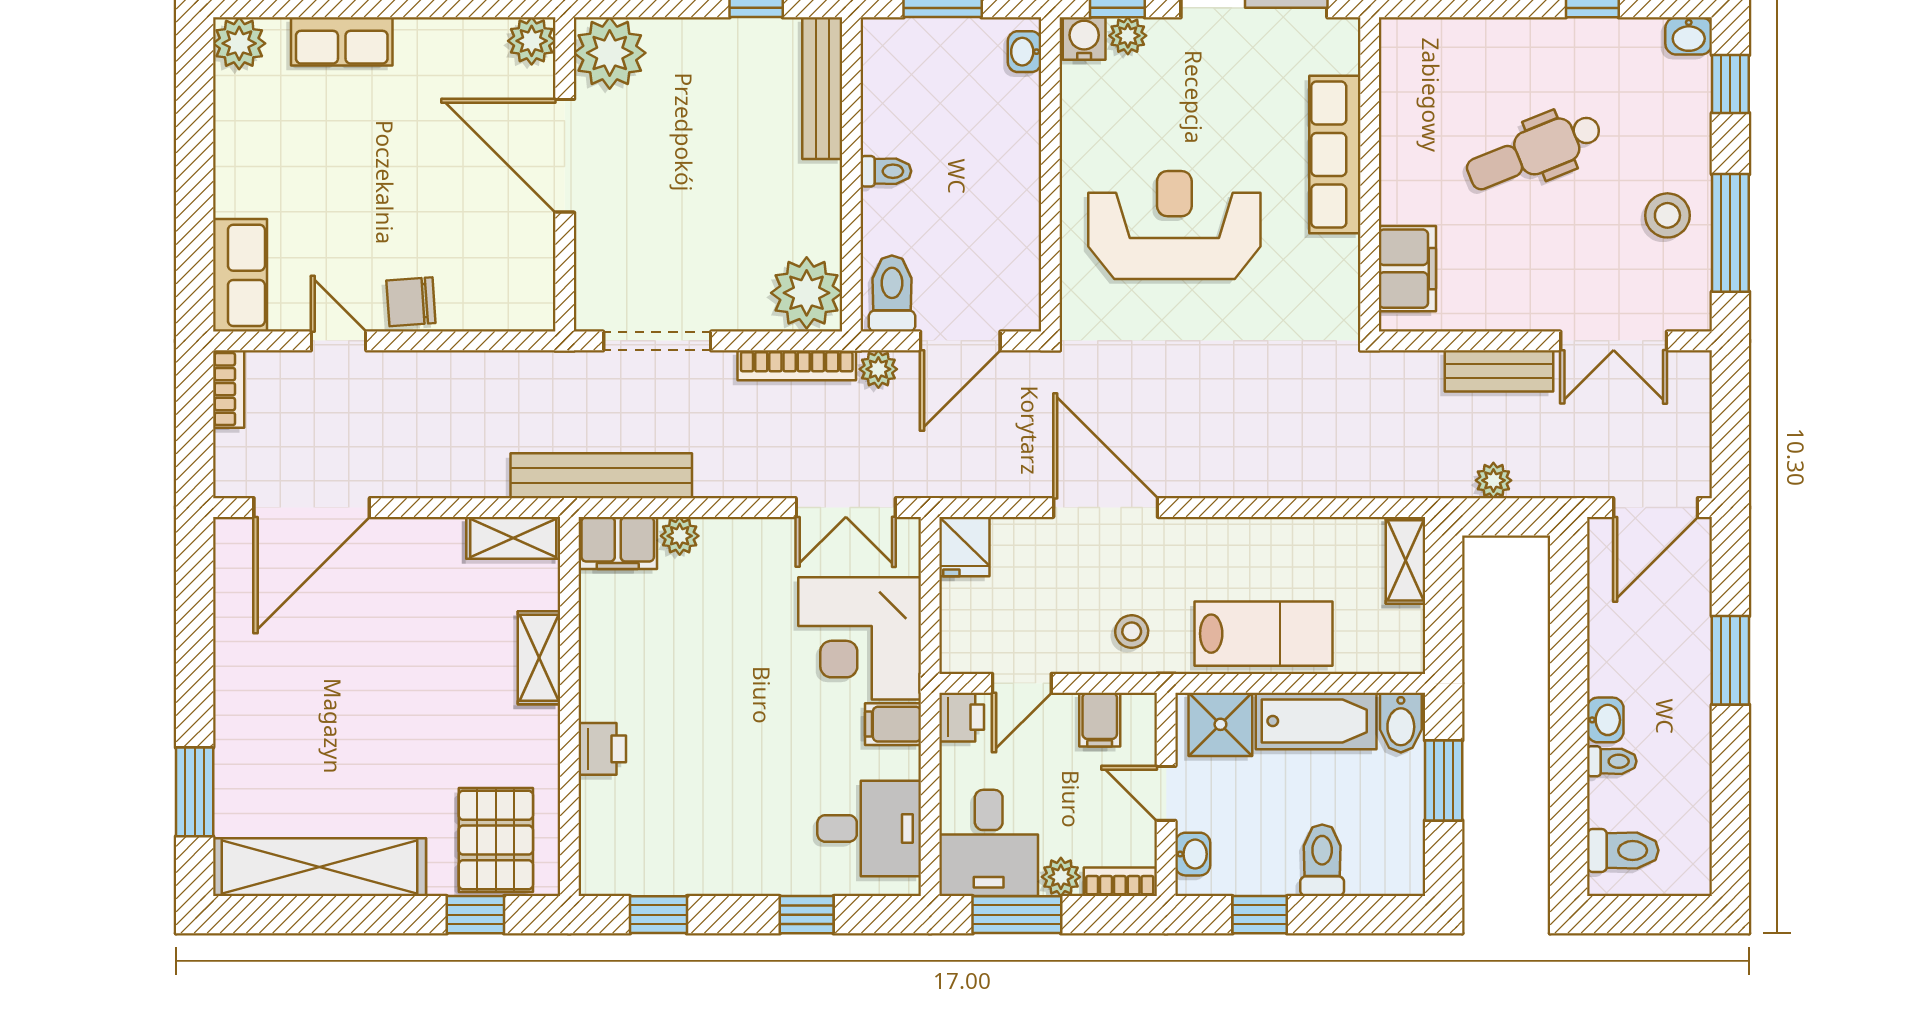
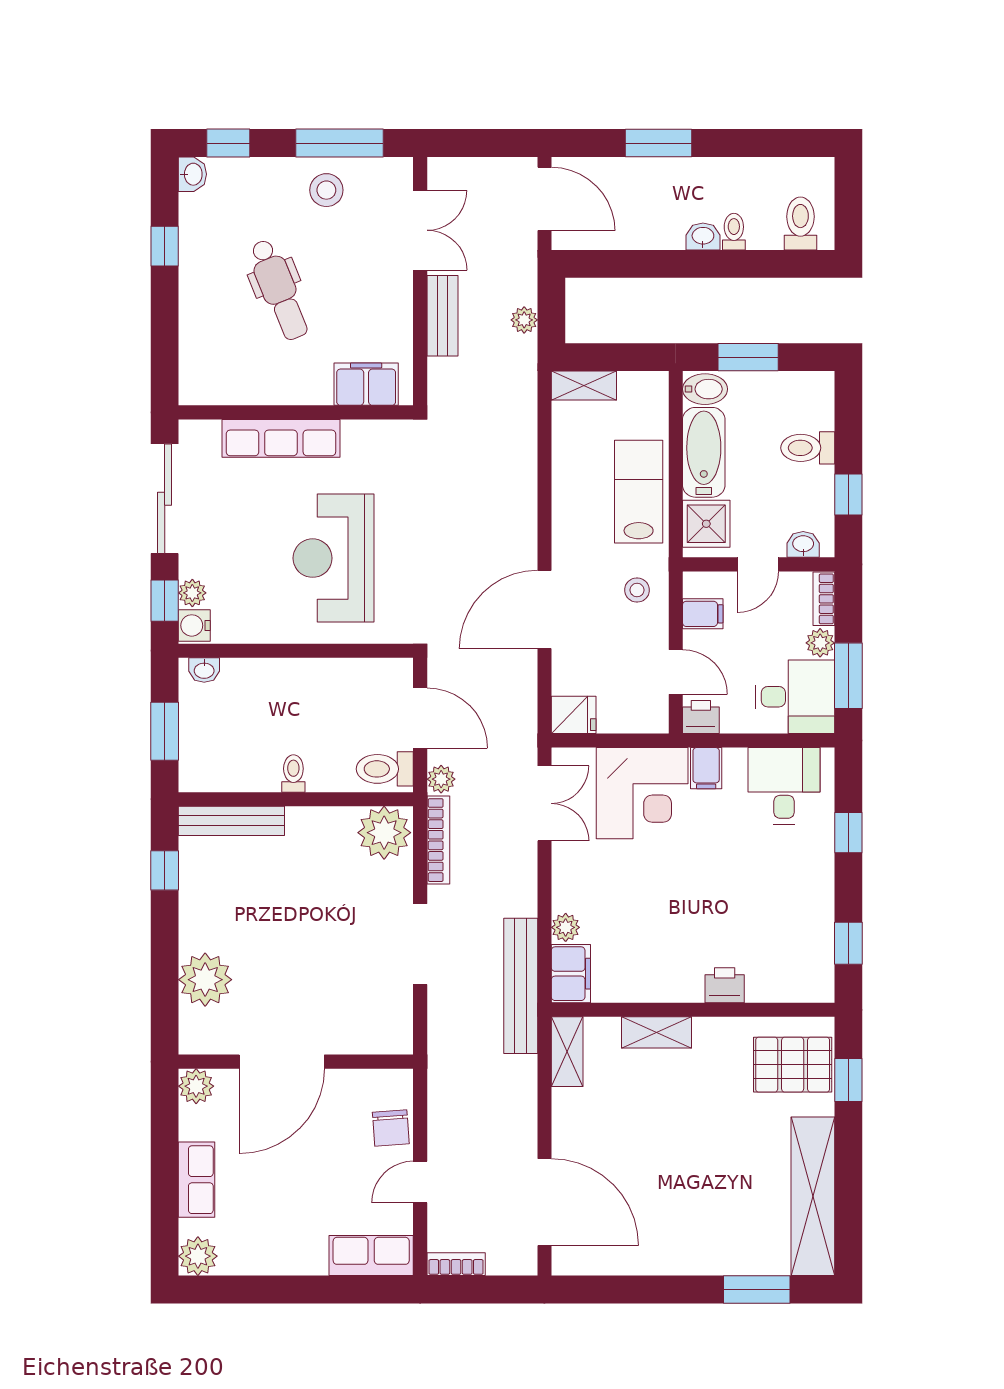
plant: (532, 41) -> (196, 1086), moved
door: (565, 156) -> (282, 1062), moved
wall: (565, 174) -> (296, 1062), moved

